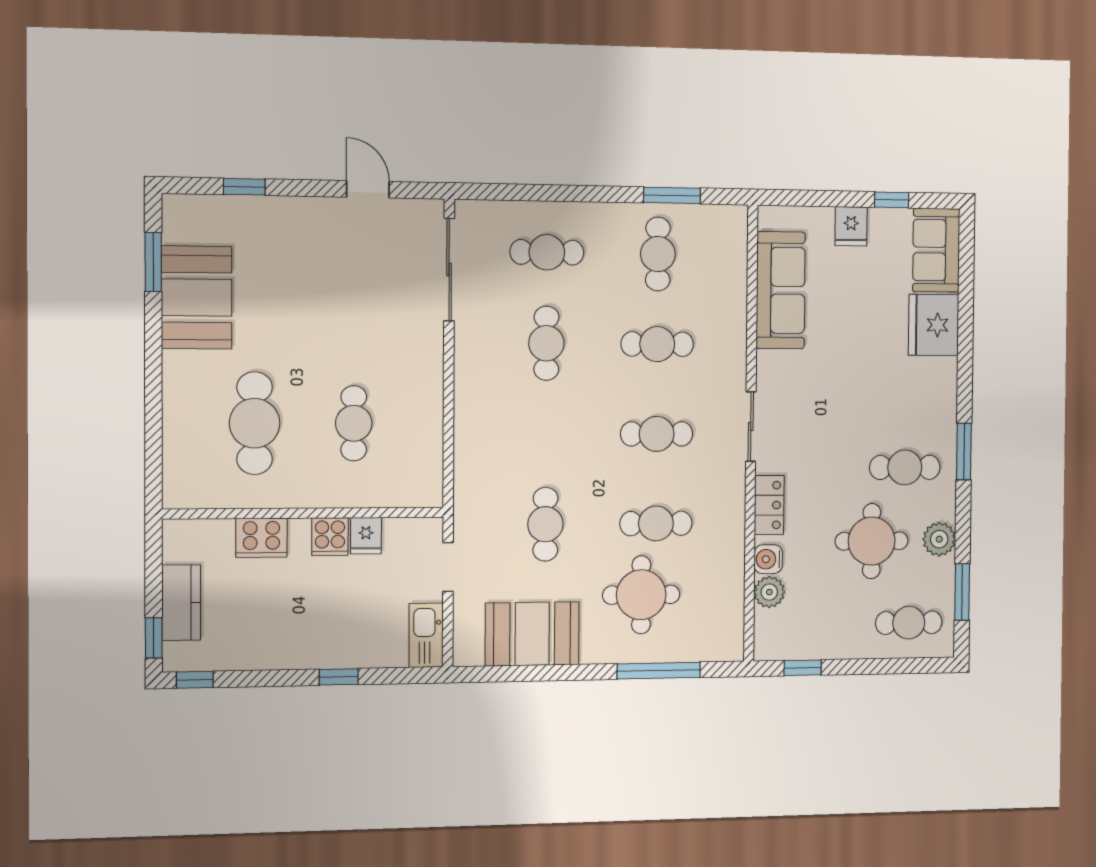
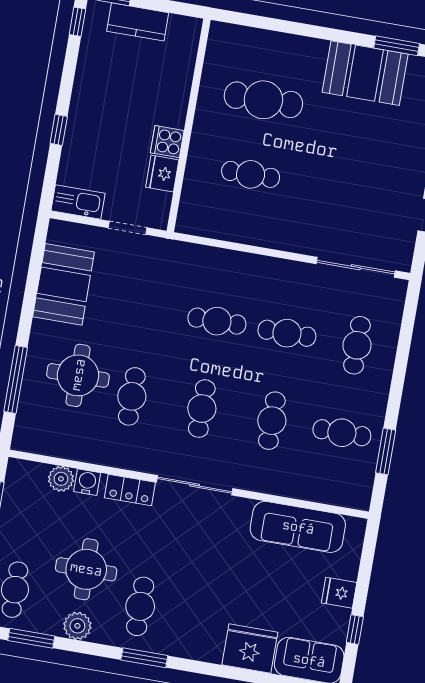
sliding door: (751, 426) -> (195, 485), width x1.37
cafe table: (545, 524) -> (217, 321), moved
fridge: (366, 536) -> (162, 174), width x1.38
cooker: (261, 538) -> (176, 90), removed

